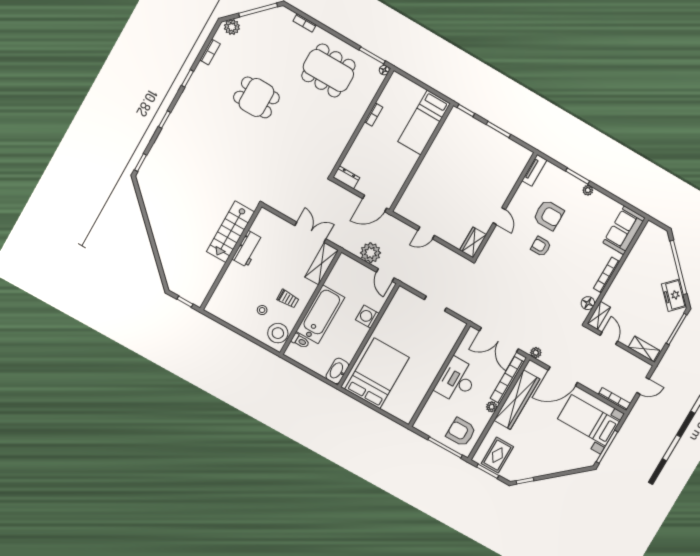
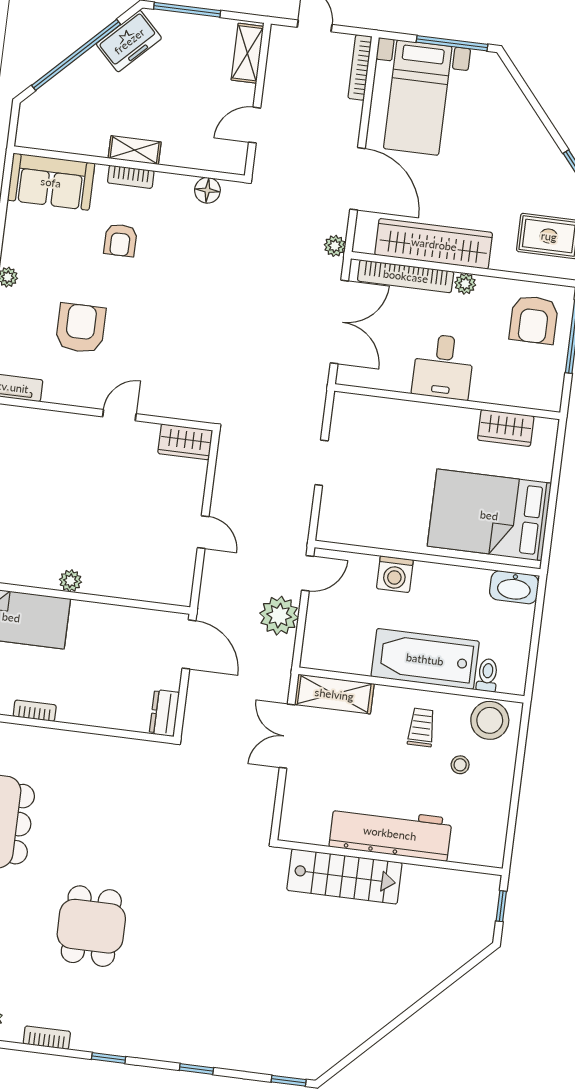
plant: (429, 159) -> (70, 581), added
armchair: (541, 246) -> (120, 240), moved
workbench: (248, 249) -> (390, 833), width x1.88, depth x1.32
bookcase: (607, 275) -> (131, 177), width x0.64
shelving: (599, 315) -> (135, 150), moved
desk: (457, 380) -> (443, 367), width x0.73
wardrobe: (415, 398) -> (506, 428), added

